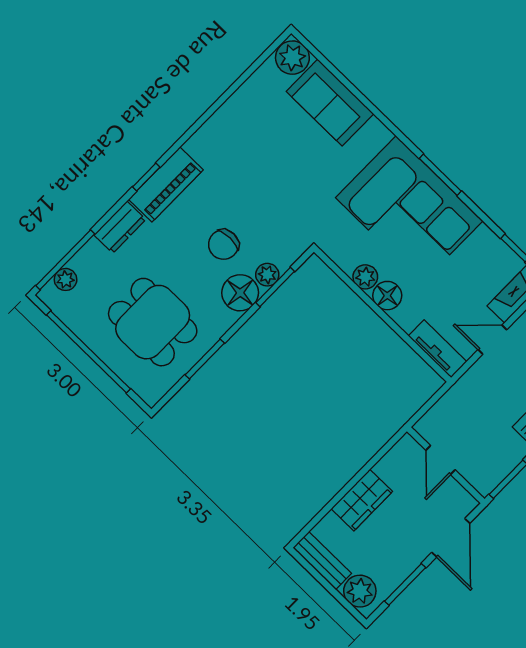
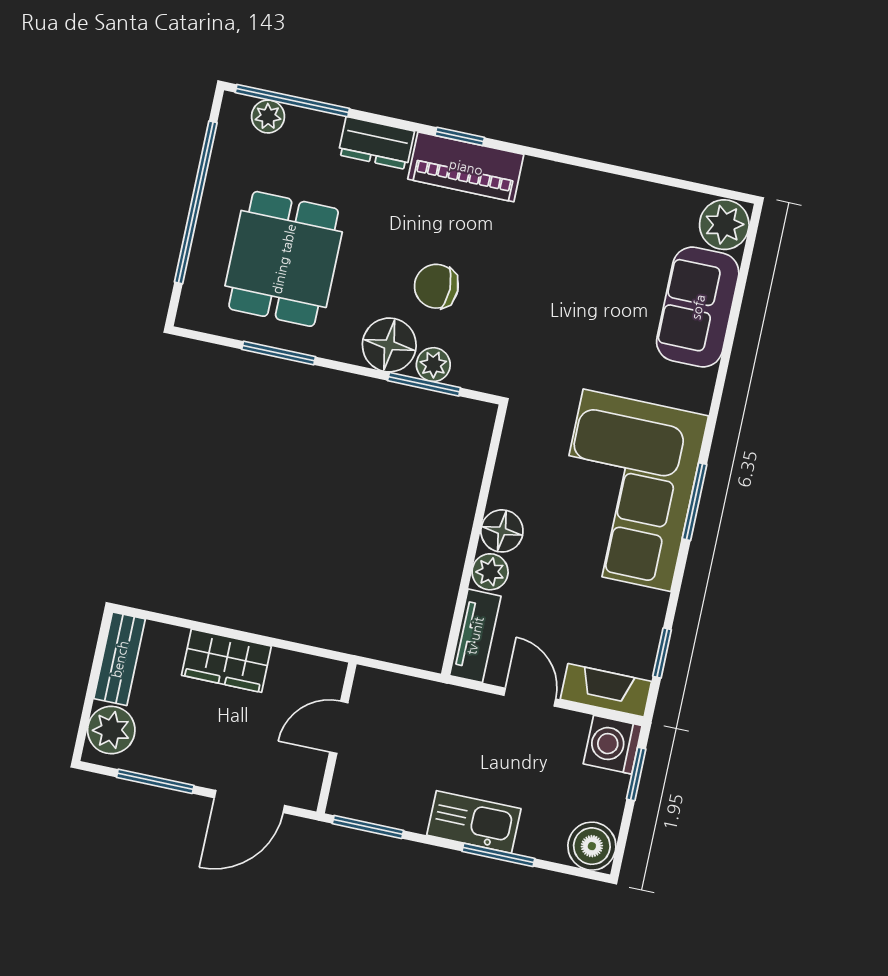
plant: (365, 277) -> (490, 572), moved

